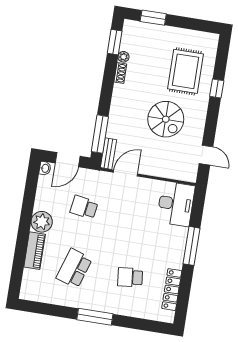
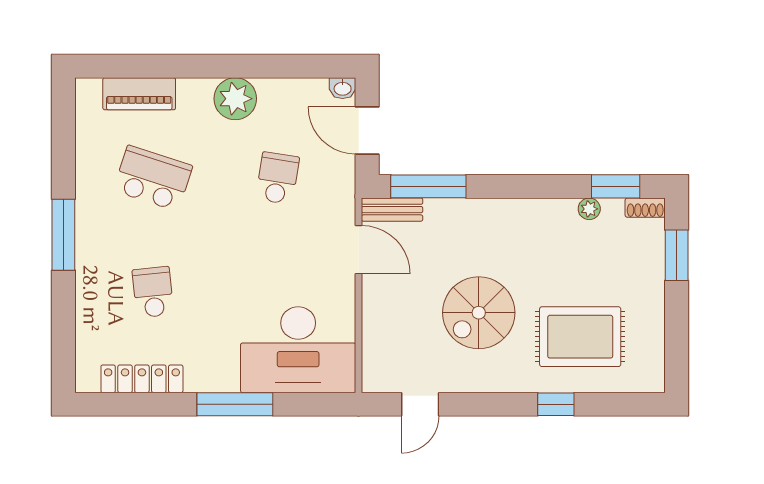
shoe rack: (120, 73) -> (645, 208), moved
desk: (176, 204) -> (298, 350), width x1.36, depth x1.30
piano: (35, 251) -> (139, 94), moved

